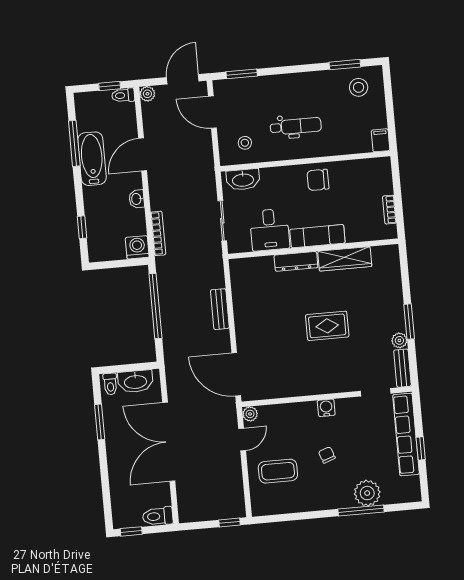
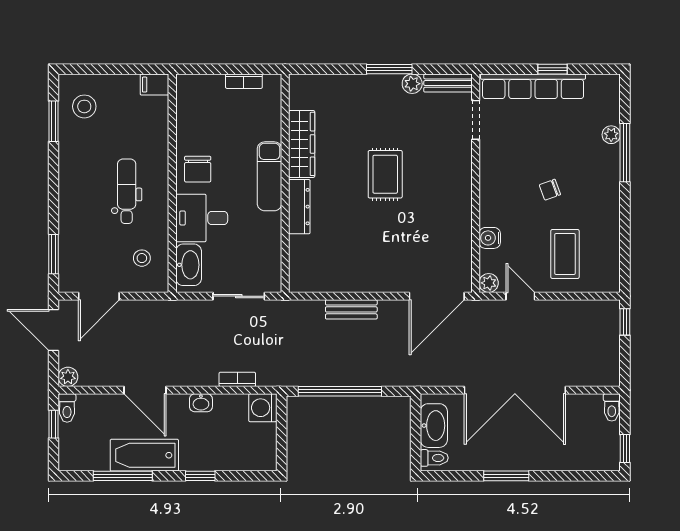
window: (82, 227) -> (200, 476), moved
desk: (270, 230) -> (202, 218), moved, turned 180
bookcase: (158, 233) -> (237, 379), width x0.64
water cooler: (326, 408) -> (490, 238), moved
window: (100, 422) -> (506, 476), moved
plant: (367, 493) -> (611, 135), width x0.53, depth x0.53
toilet: (158, 516) -> (612, 407), width x0.73, depth x0.72

